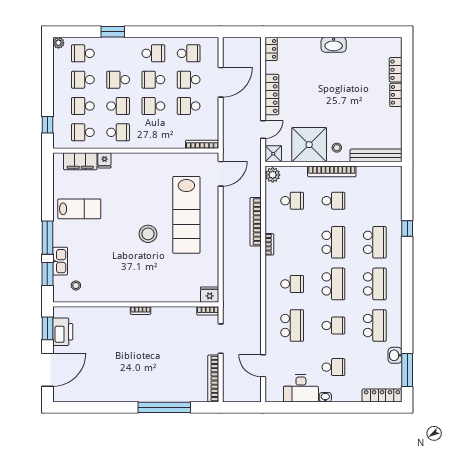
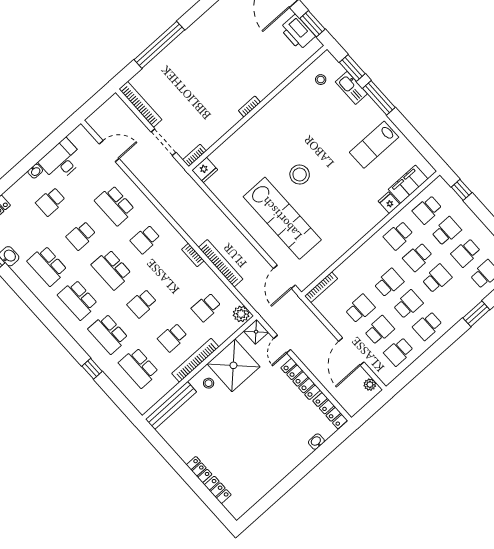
washbasin: (334, 45) -> (316, 442), moved, width x0.52, depth x0.69
plant: (228, 49) -> (370, 385), added
locker: (271, 49) -> (330, 411), width x1.53
school desk: (83, 80) -> (466, 253), turned 180
school desk: (83, 132) -> (427, 210), turned 180
school desk: (375, 201) -> (139, 368), added
lab bench: (186, 215) -> (282, 218), turned 180
school desk: (333, 242) -> (142, 303), width x0.54

